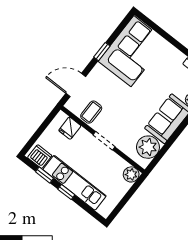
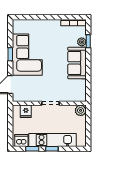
corner sofa: (132, 51) -> (27, 55), moved
coffee table: (91, 112) -> (31, 93), removed
plant: (148, 147) -> (78, 88), removed

